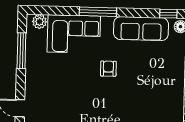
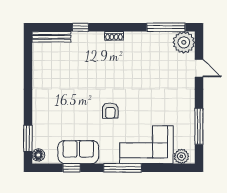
window: (168, 14) -> (71, 168), moved
sofa: (141, 29) -> (78, 152), width x0.73

